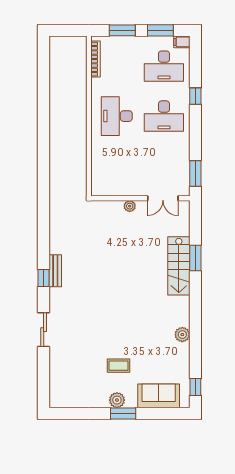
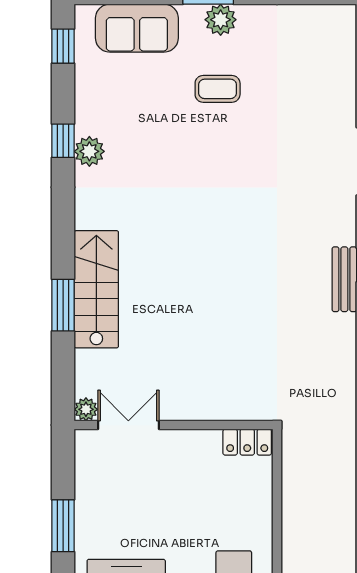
window: (195, 174) -> (63, 526), moved
locker: (104, 190) -> (247, 442), added
plant: (130, 206) -> (86, 409), moved
window: (195, 340) -> (63, 141), added

